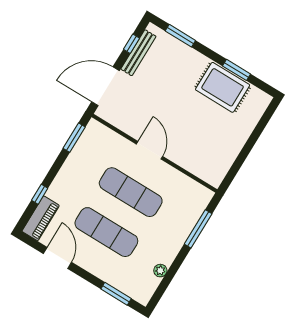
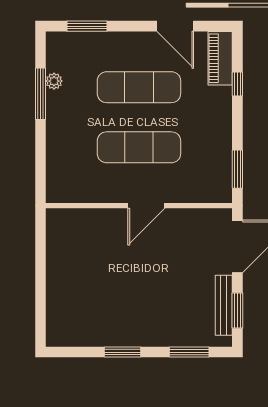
window: (132, 44) -> (237, 311), width x1.50
window: (236, 70) -> (122, 352), moved
rug: (223, 87) -> (108, 324), removed
door: (150, 150) -> (146, 206), hinge flipped
window: (198, 229) -> (41, 94), moved

